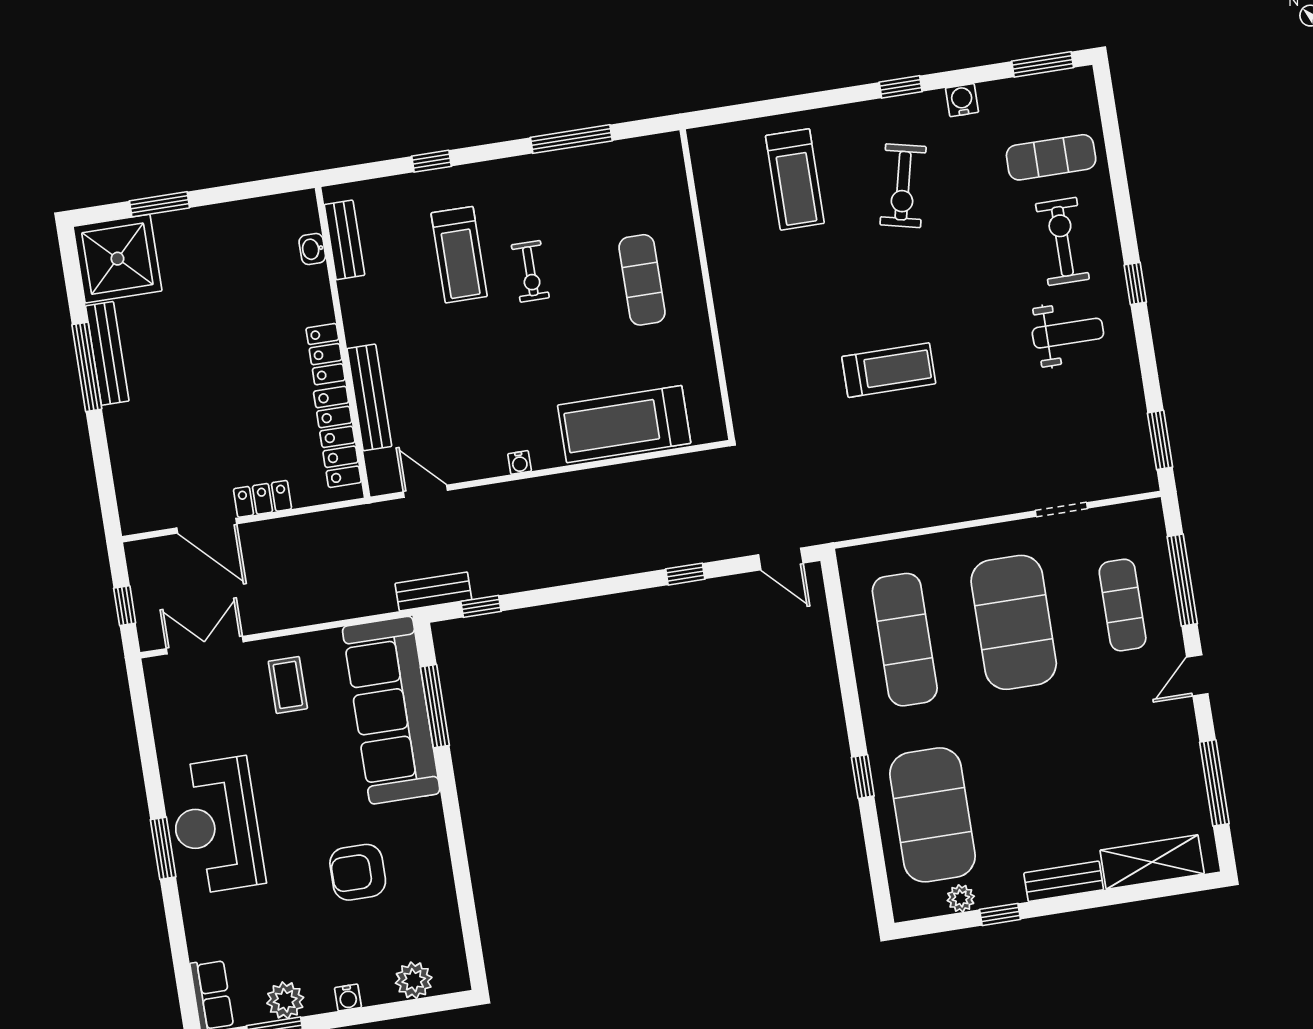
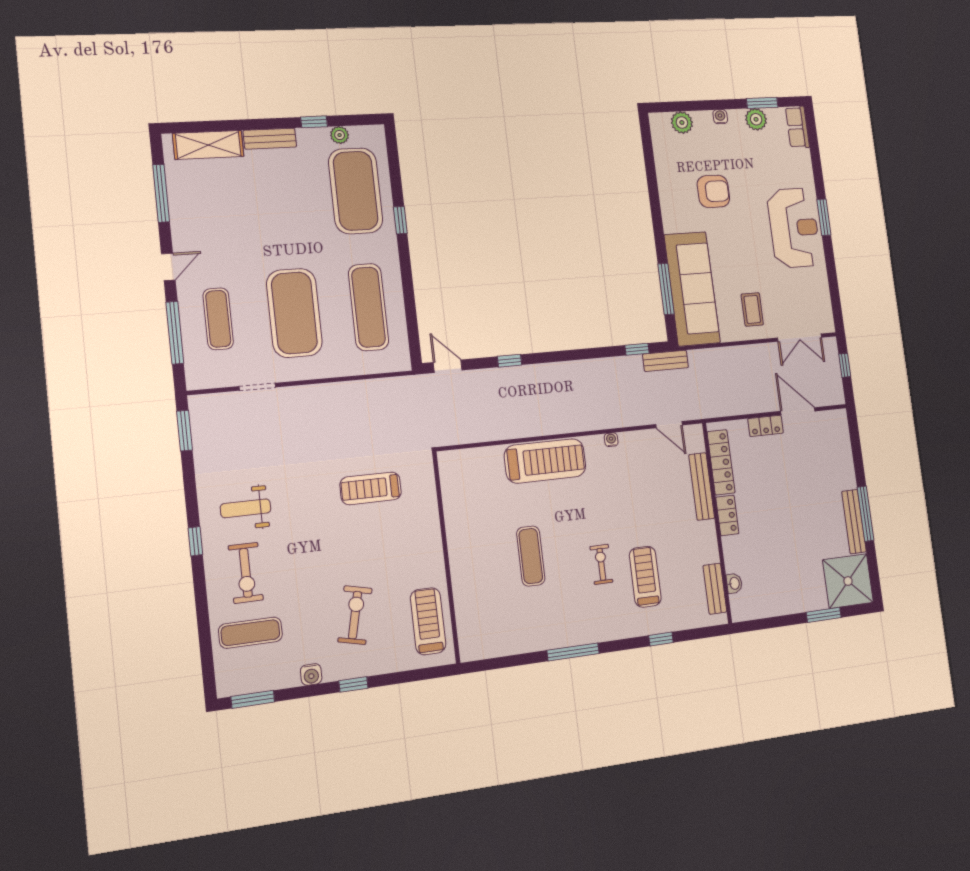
wall: (707, 285) -> (446, 557), moved

